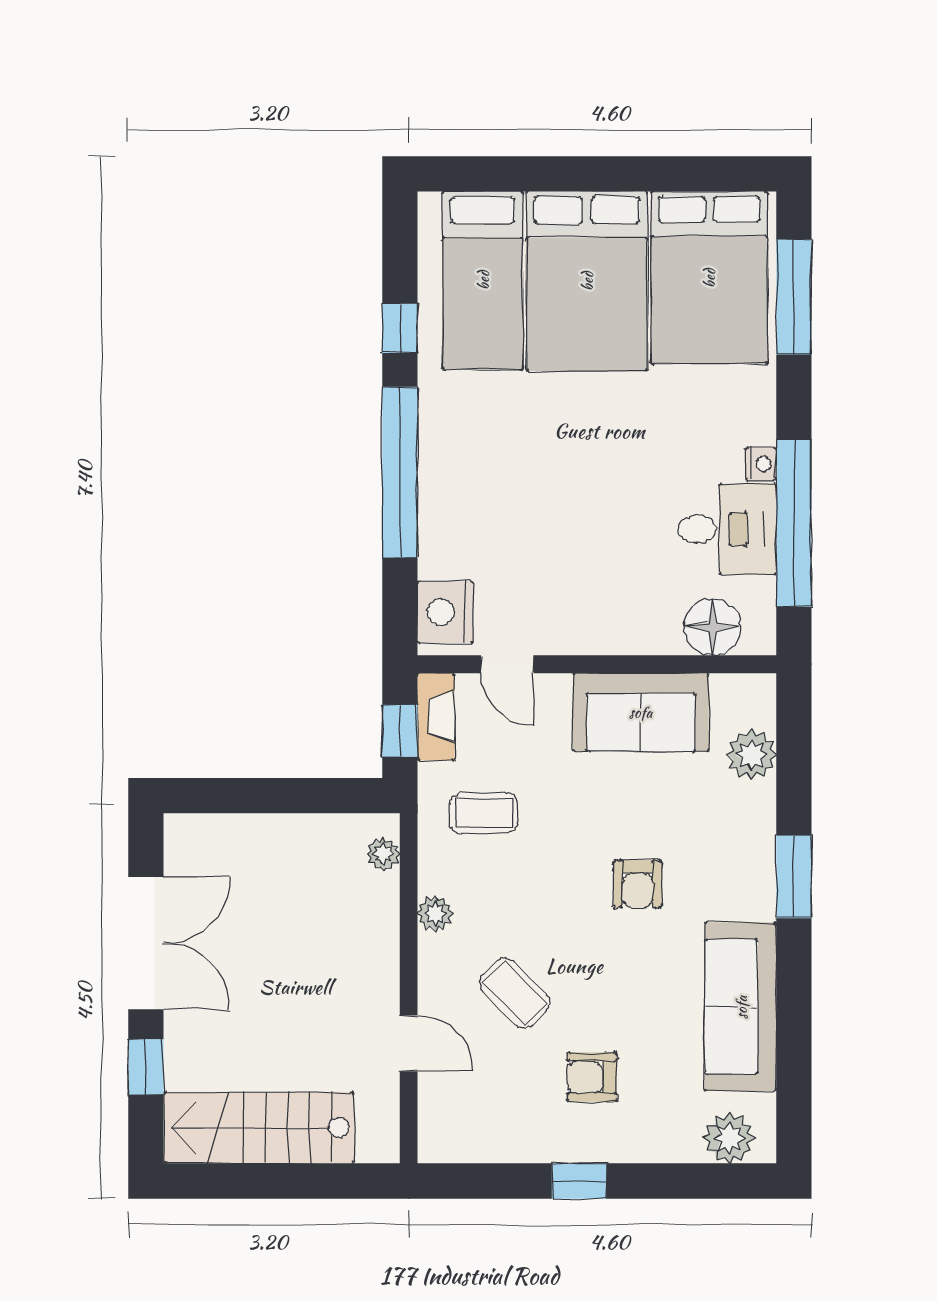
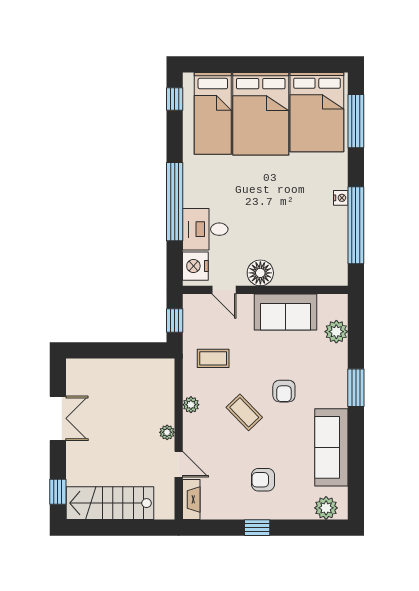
window: (400, 328) -> (175, 99), moved
desk: (727, 529) -> (205, 229), moved, turned 180
floor lamp: (712, 627) -> (260, 273), moved
fireplace: (436, 717) -> (191, 499), moved
plant: (383, 854) -> (167, 432), moved
double door: (146, 943) -> (58, 418), width x0.73
coffee table: (515, 993) -> (244, 412), moved
window: (146, 1067) -> (58, 492), moved

